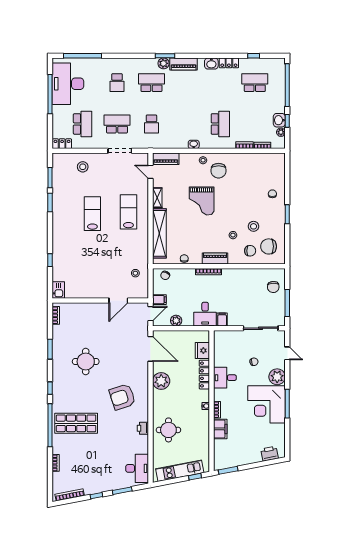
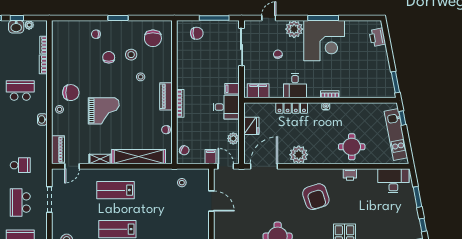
chair: (250, 251) -> (109, 57), moved
fridge: (202, 350) -> (251, 126), moved, turned -90
filing cabinet: (220, 429) -> (258, 91), moved

